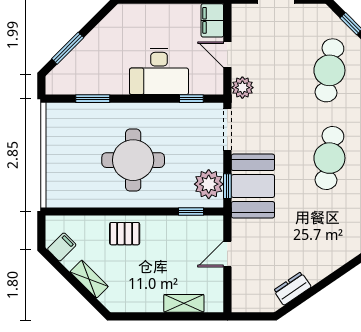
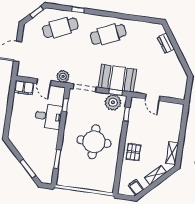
door: (227, 55) -> (44, 82), hinge flipped
cafe table: (329, 70) -> (60, 28), turned -33
desk: (159, 72) -> (48, 116), width x0.73
cafe table: (329, 158) -> (108, 34), turned -33
dresser: (292, 289) -> (166, 43), moved
shelving: (184, 303) -> (172, 153), moved

